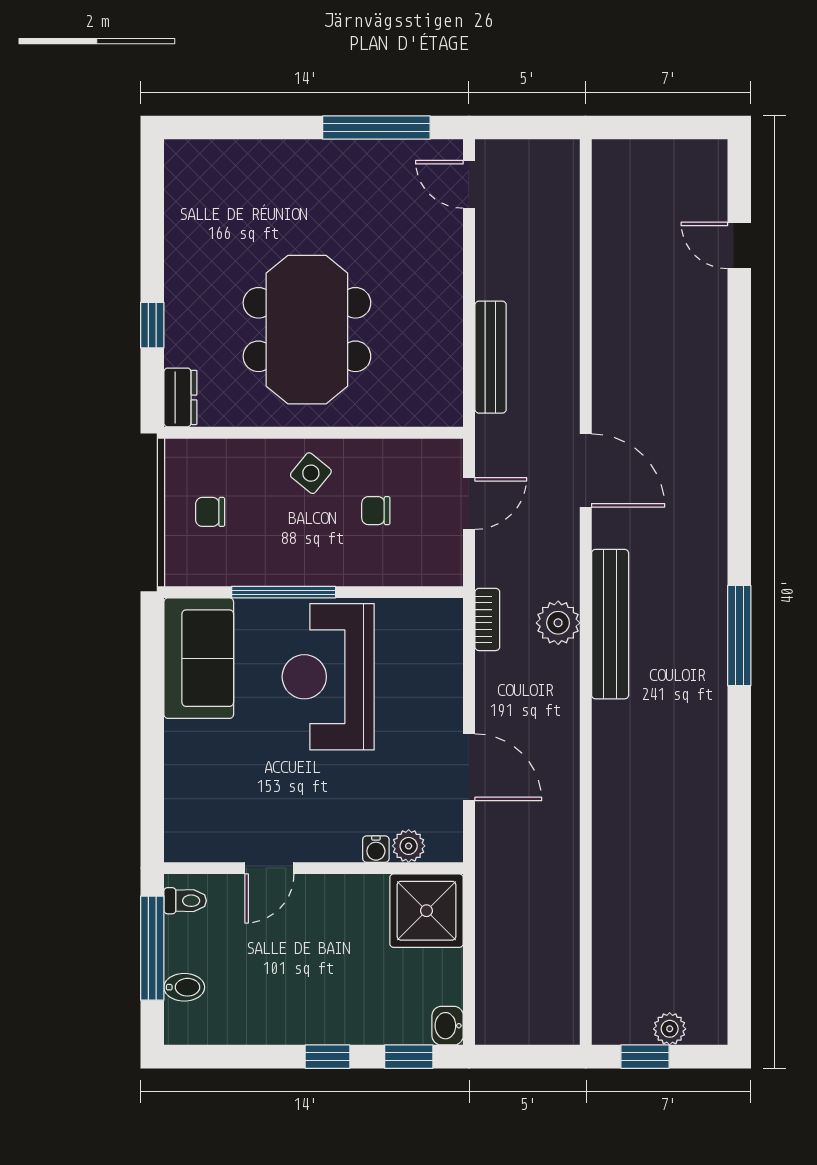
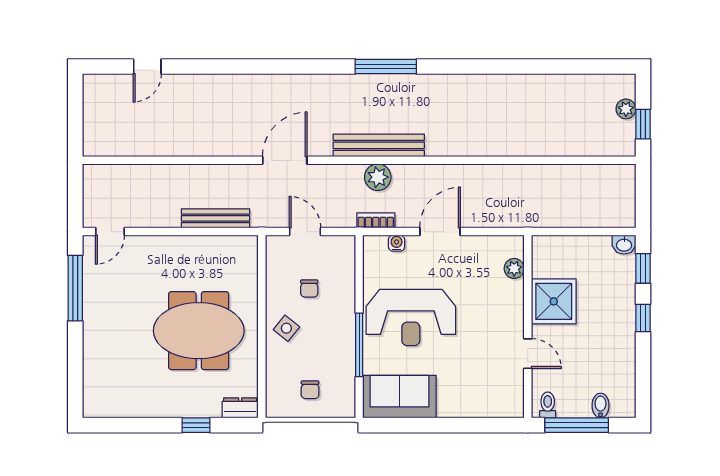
door: (469, 767) -> (440, 232), moved
water cooler: (376, 849) -> (397, 243), moved, turned -90
shower: (426, 911) -> (554, 301), moved

